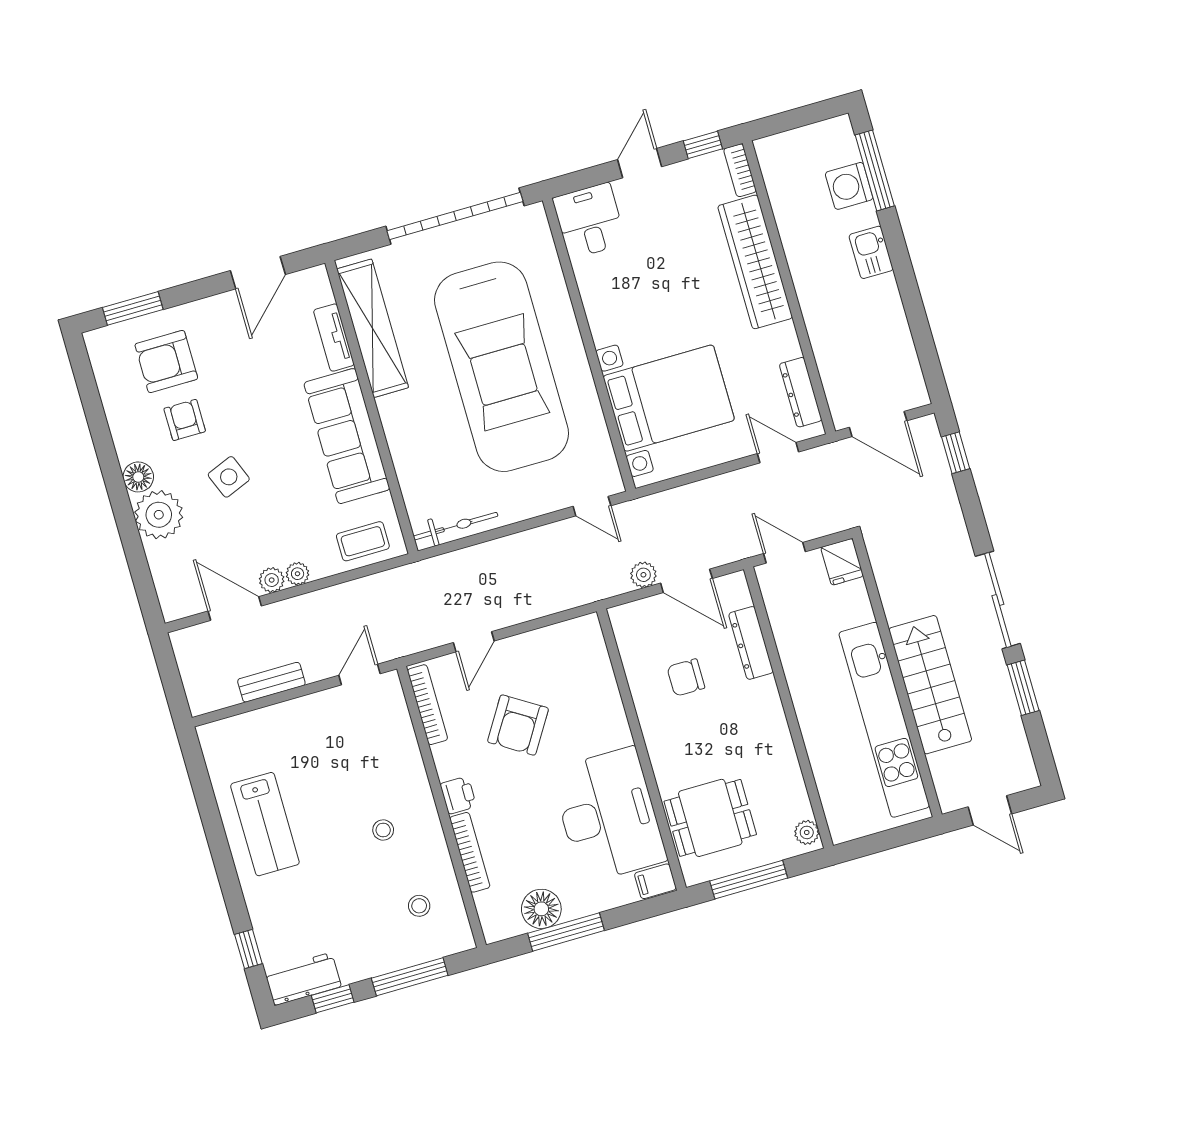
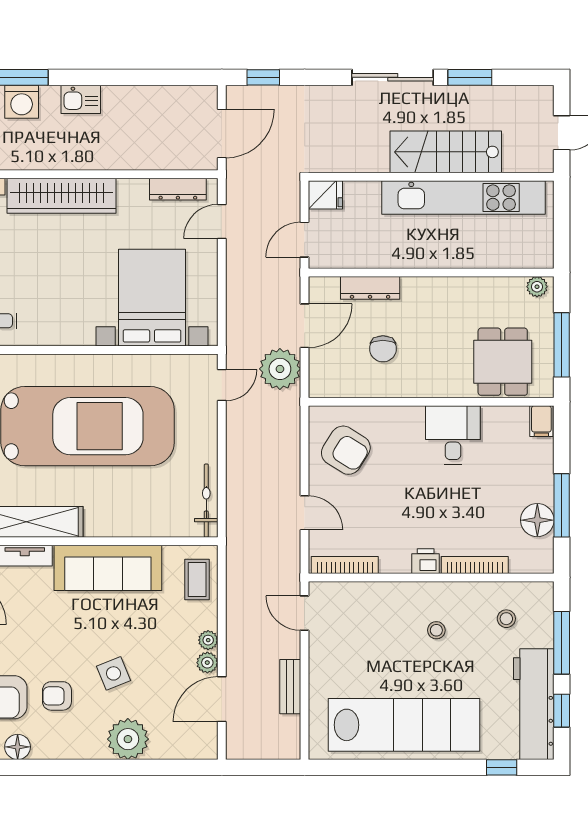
floor lamp: (138, 477) -> (18, 747), moved
plant: (643, 575) -> (280, 369), width x1.88, depth x1.88
armchair: (518, 725) -> (346, 450), moved
desk: (608, 815) -> (453, 435), width x0.53, depth x0.77
lab bench: (265, 824) -> (404, 725), width x1.86, depth x1.39
workbench: (303, 979) -> (534, 704), width x1.88, depth x1.32

